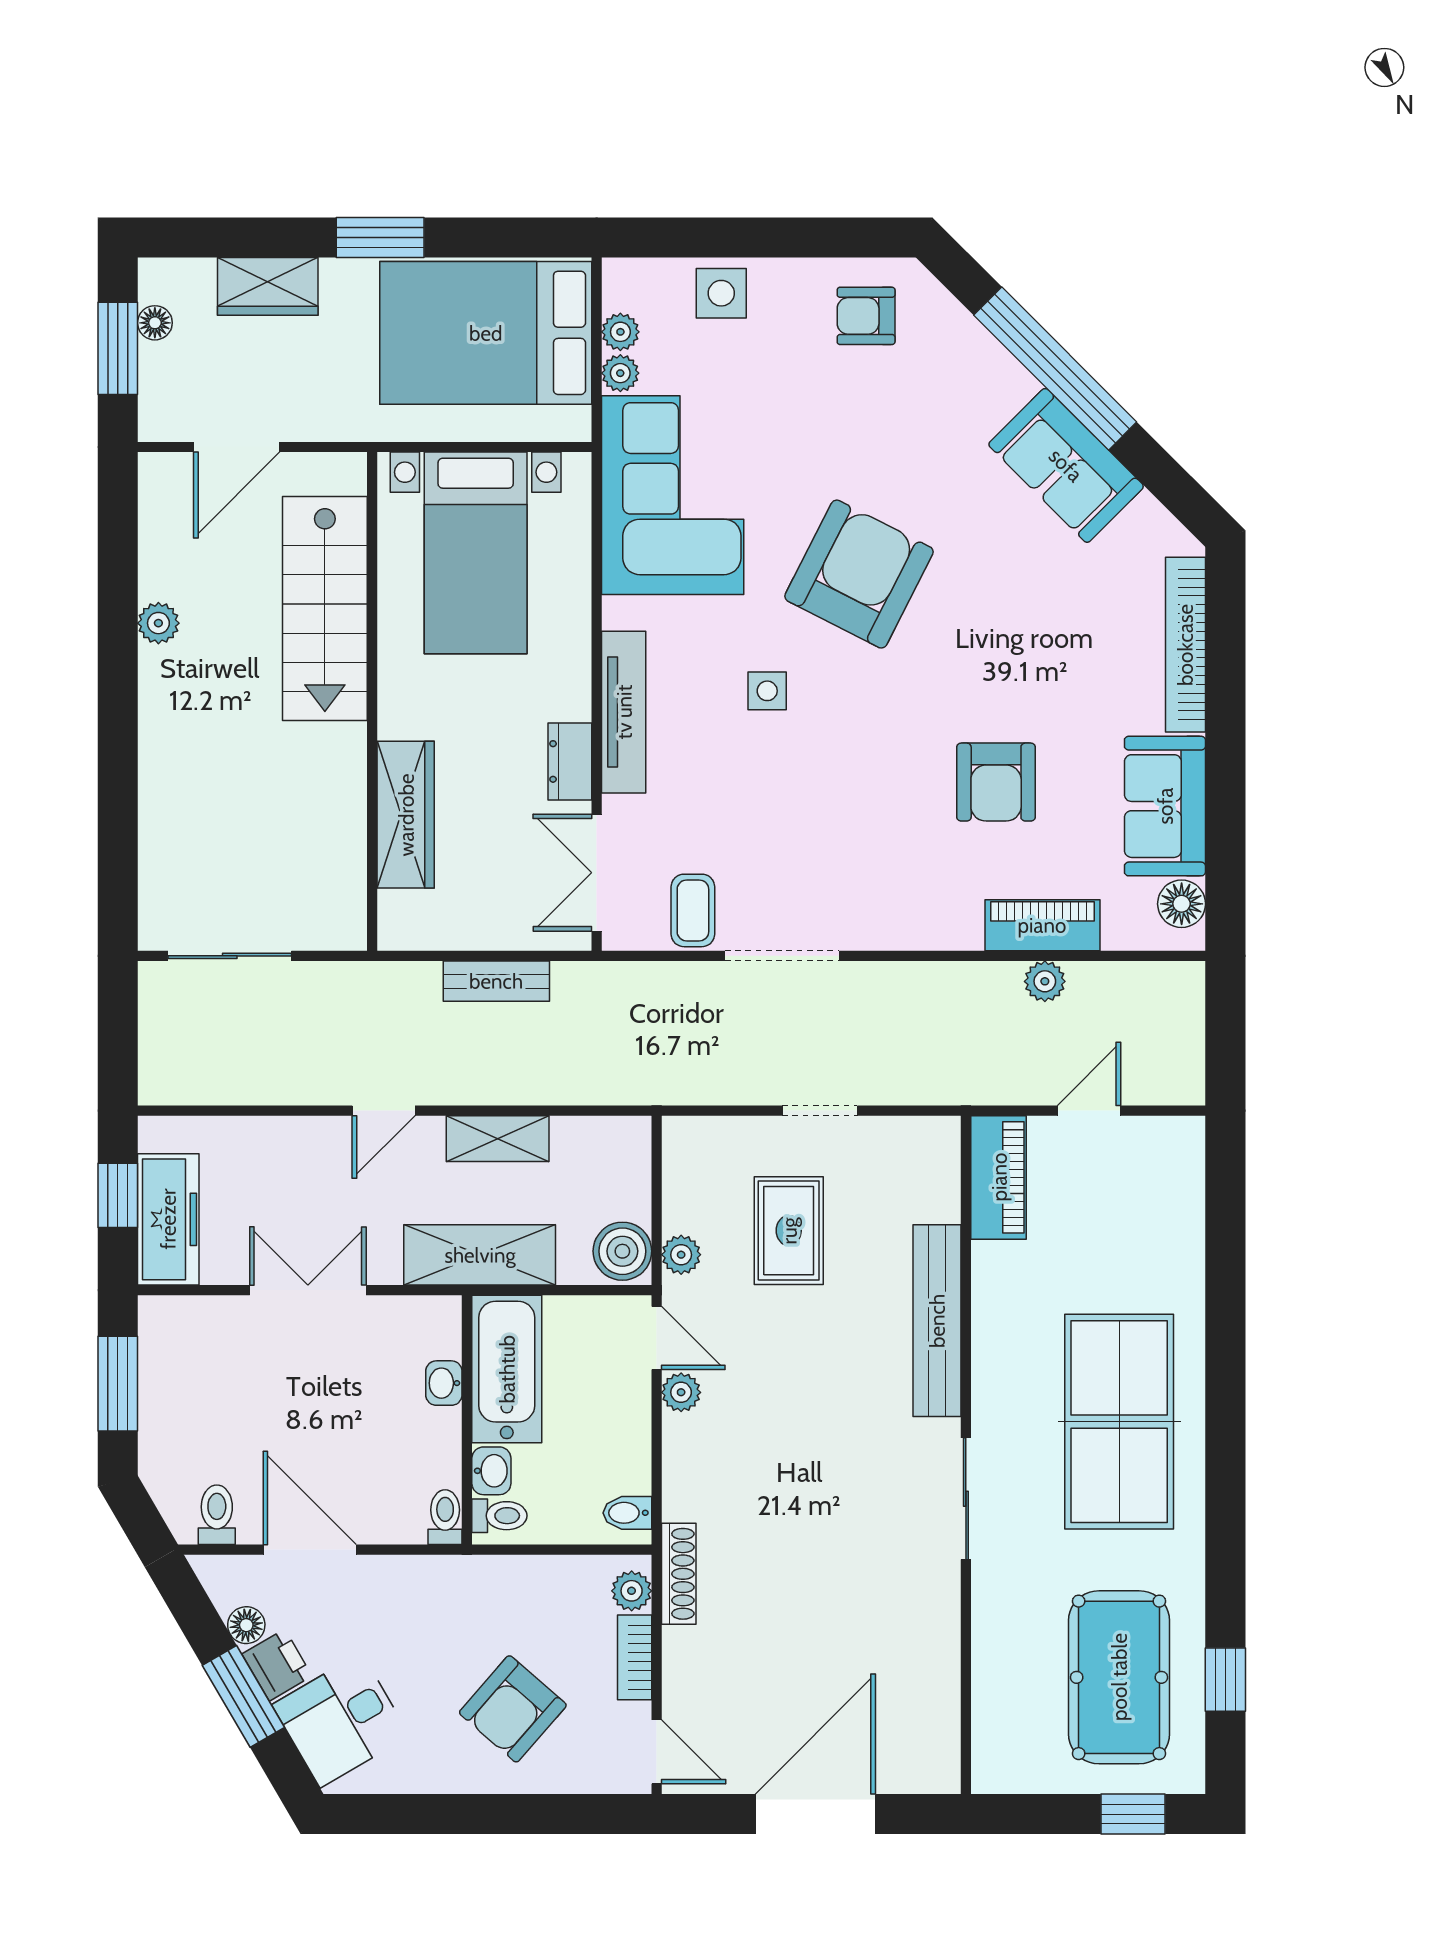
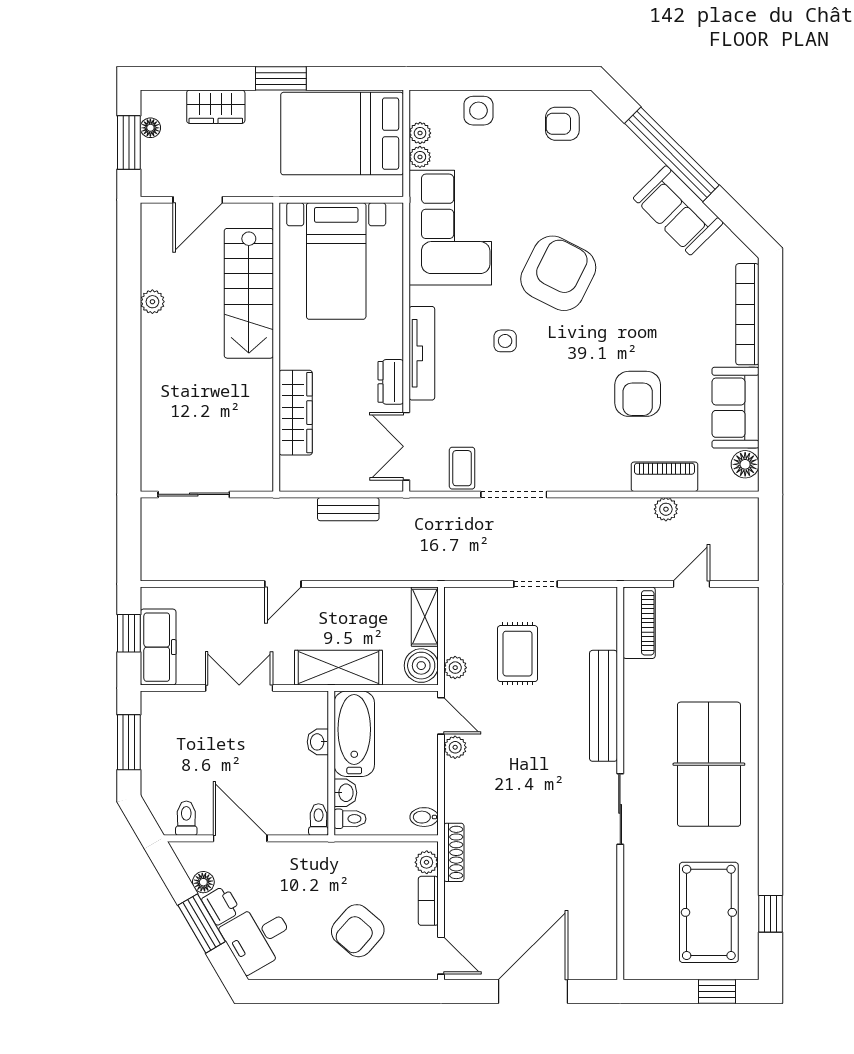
shelving: (498, 1139) -> (425, 617), moved, turned 90

